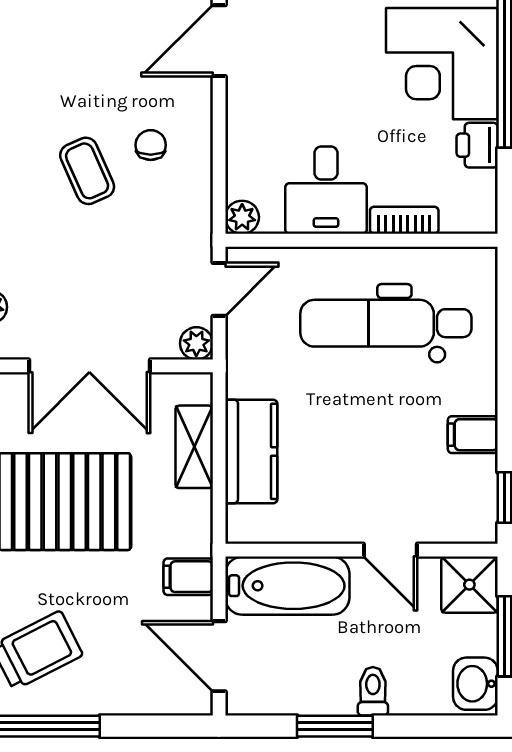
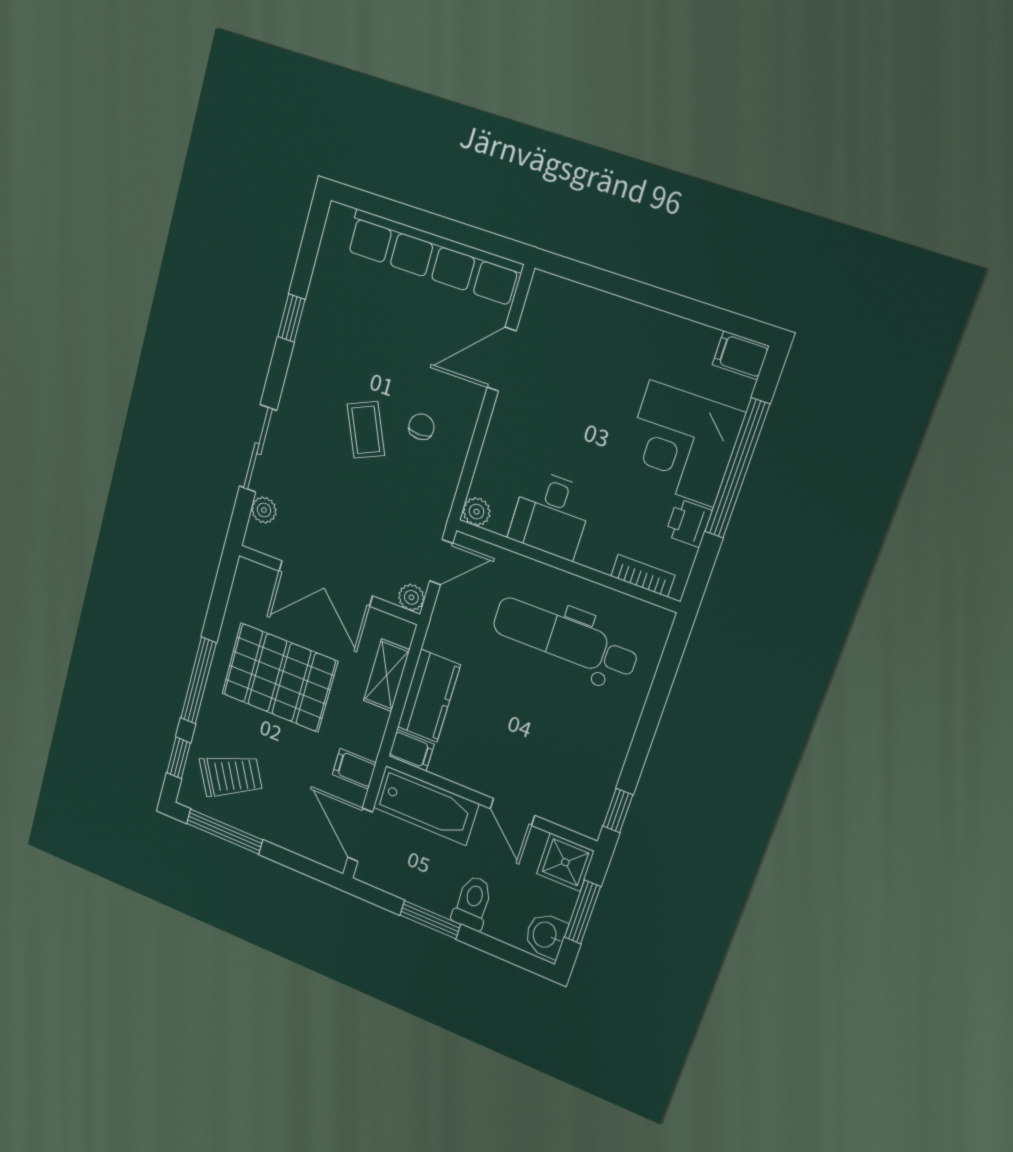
bookcase: (404, 220) -> (643, 576), moved
filing cabinet: (473, 435) -> (411, 750), moved, turned 180
toilet: (373, 691) -> (473, 903), width x1.37, depth x1.39

